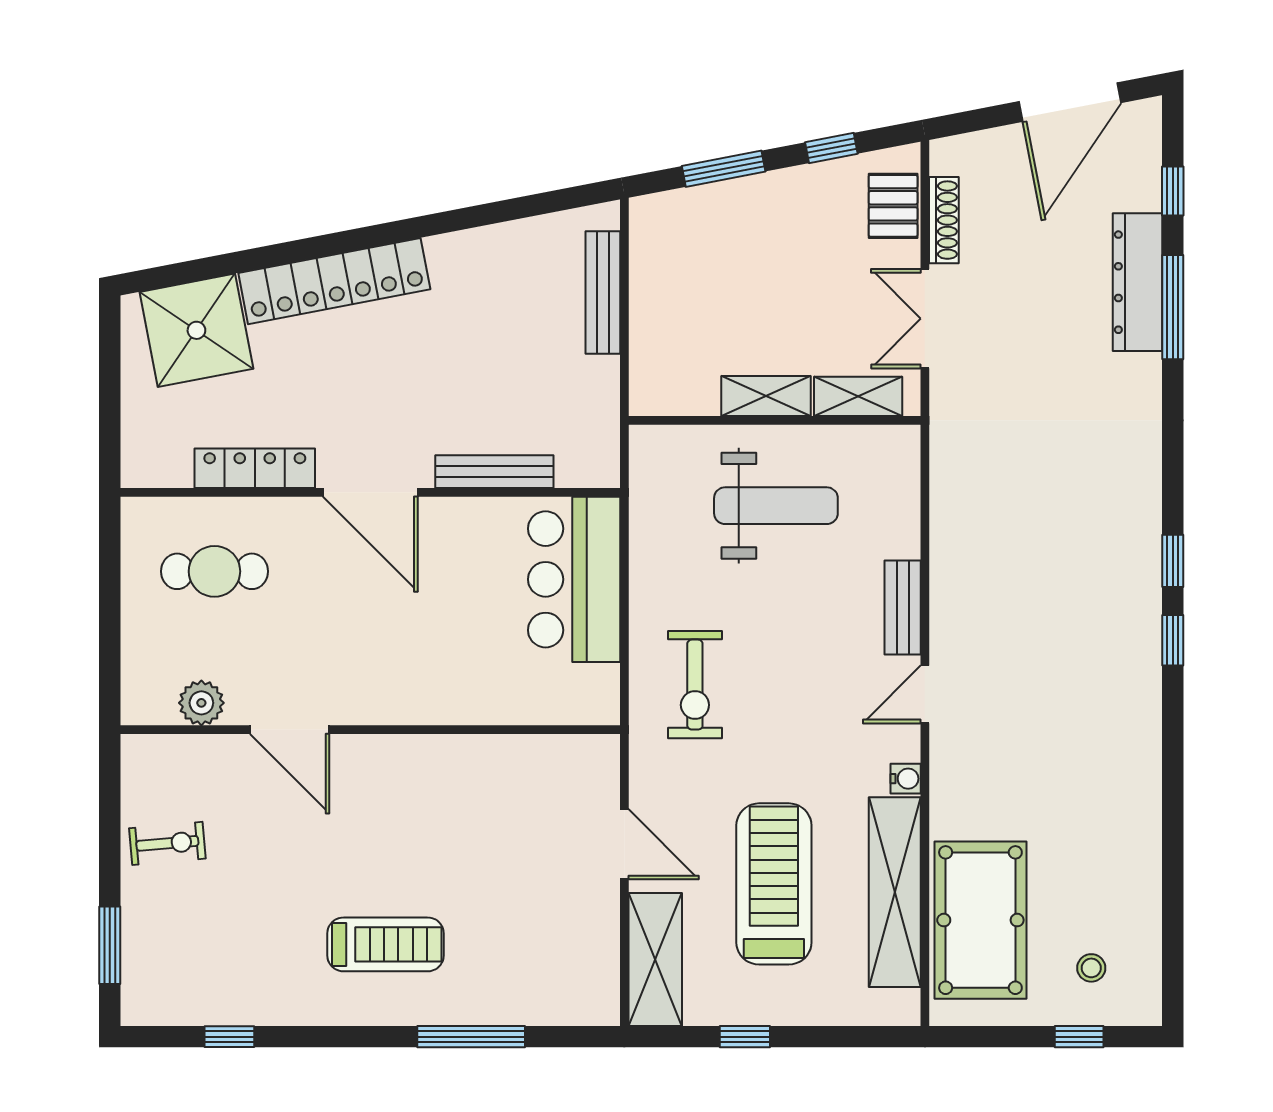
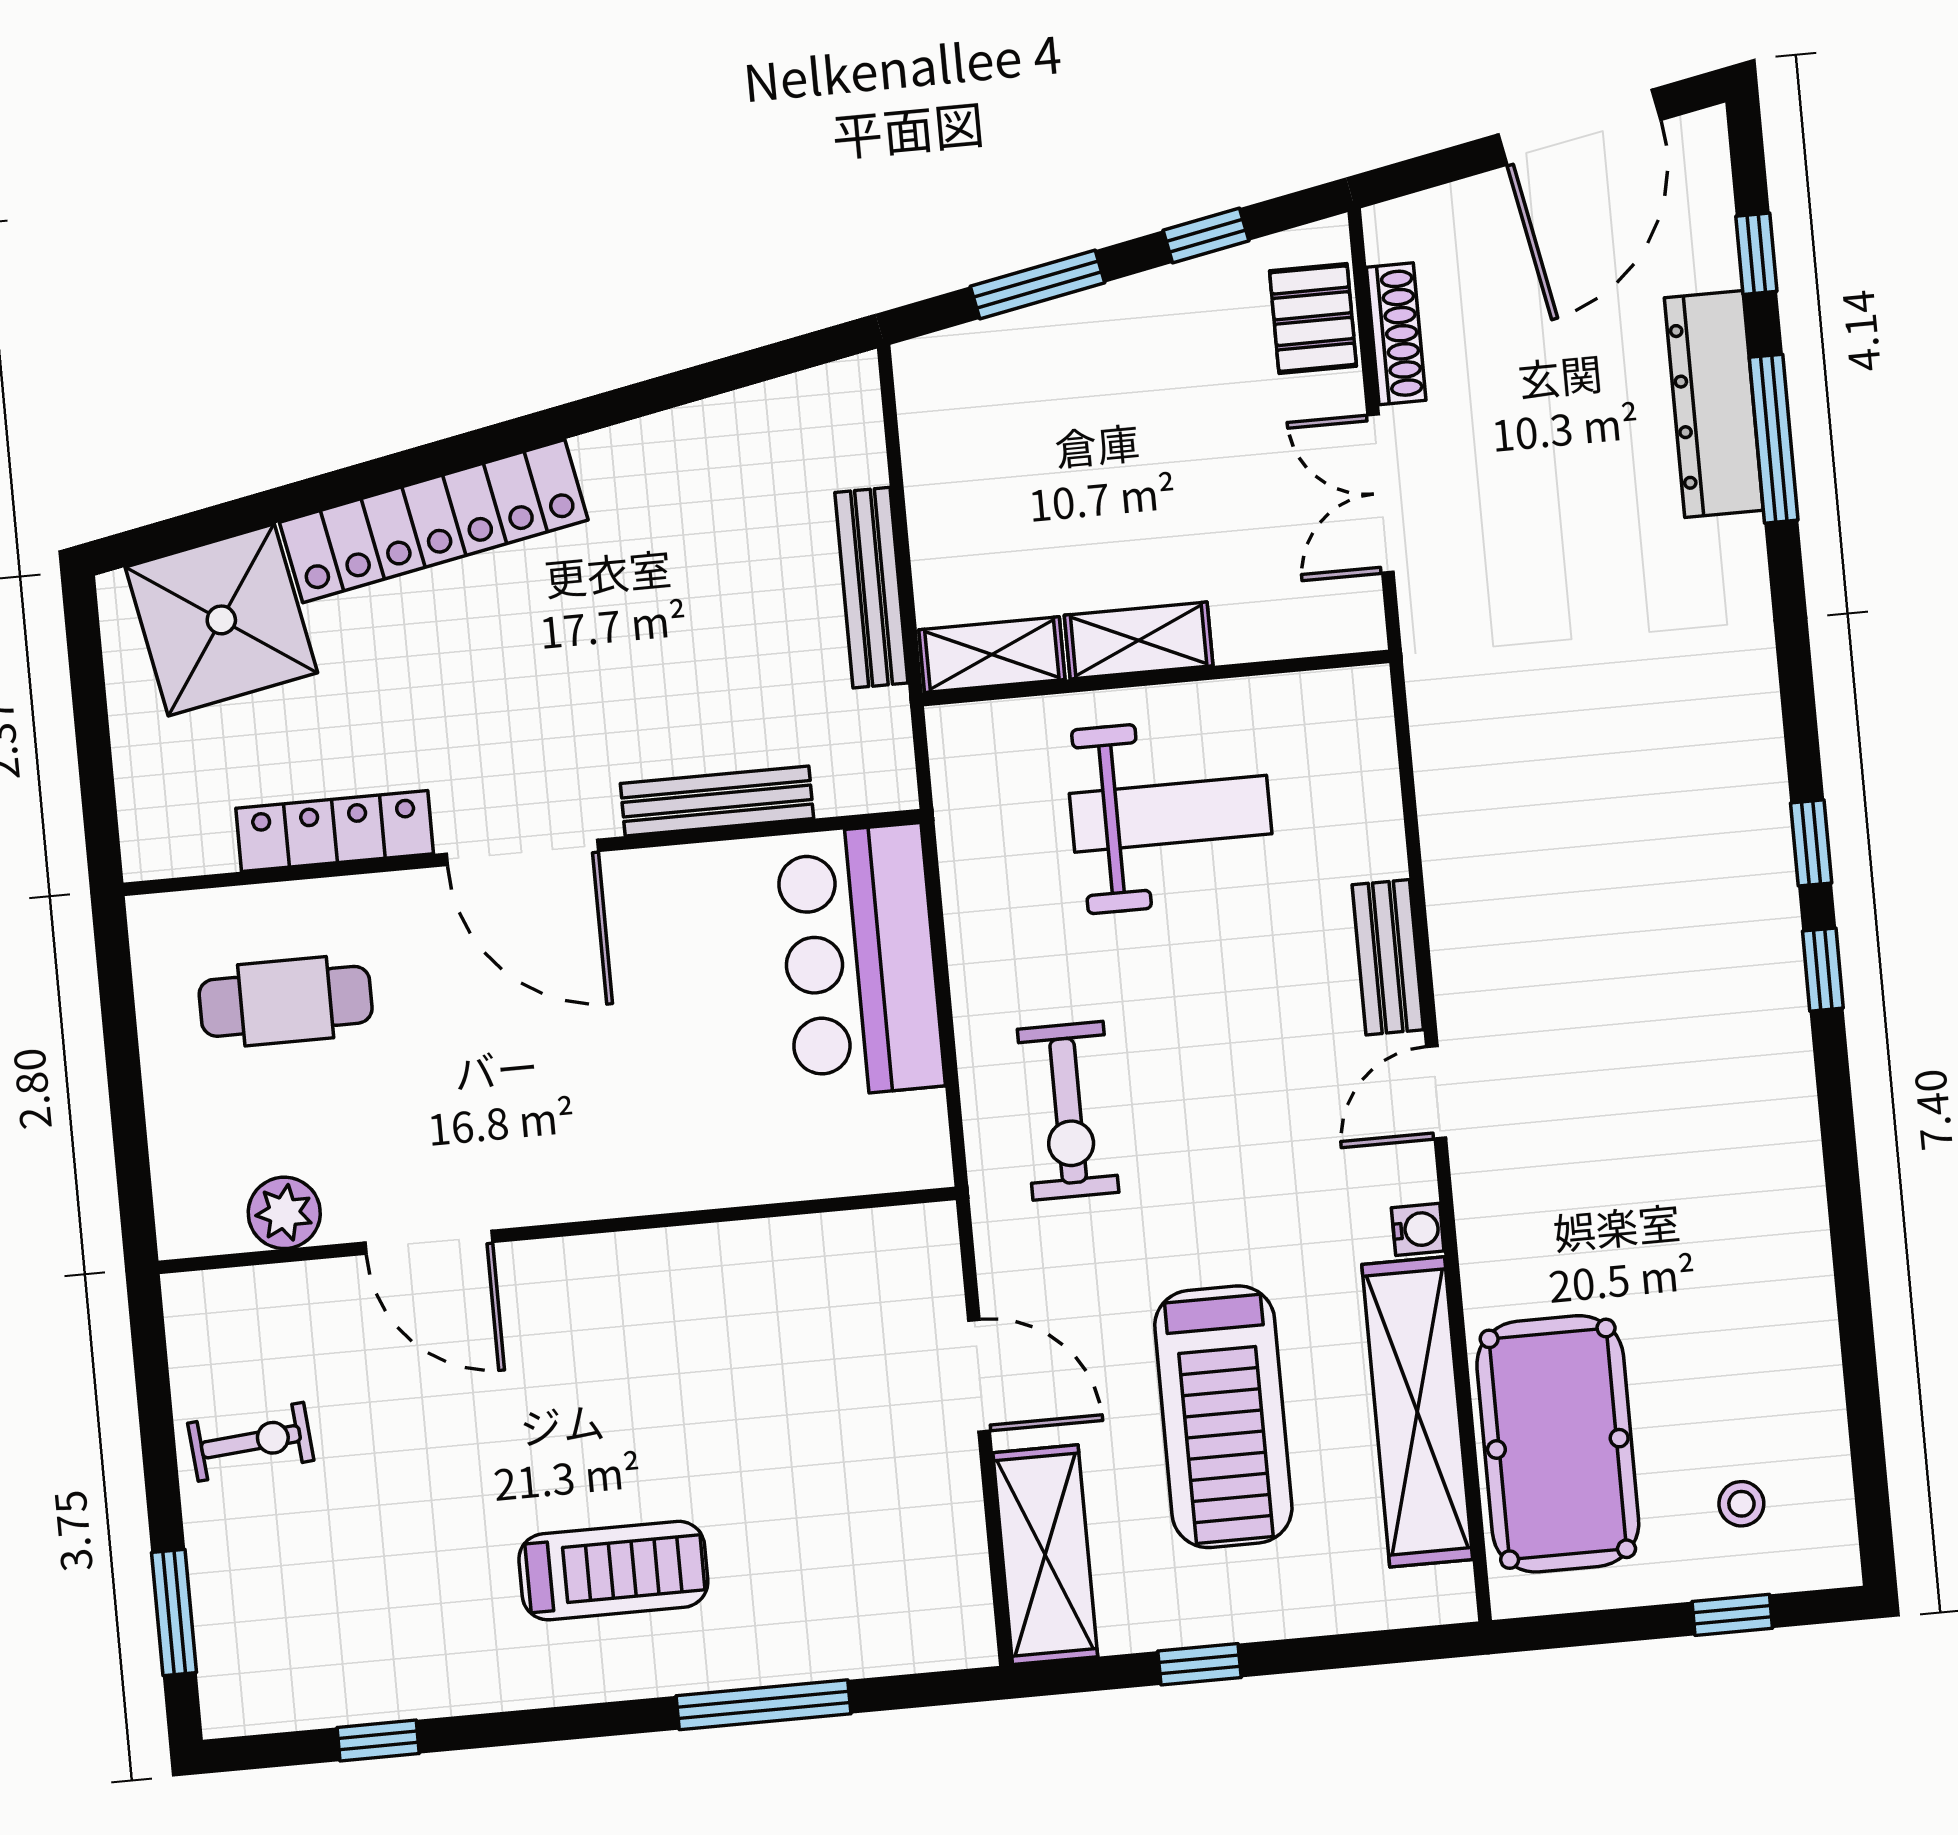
bench: (603, 292) -> (871, 588), moved
shelving: (858, 396) -> (992, 655), moved
treadmill: (774, 884) -> (1223, 1417), turned 180

